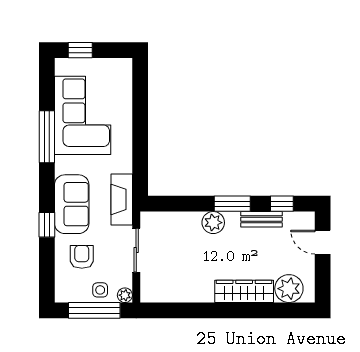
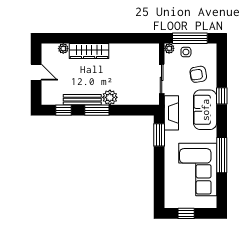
window: (80, 50) -> (186, 213), moved
window: (140, 167) -> (159, 135), added
bench: (262, 219) -> (82, 100), width x1.36
door: (323, 242) -> (36, 72), moved
armchair: (82, 257) -> (198, 74), turned 80
plant: (289, 289) -> (63, 49), width x0.53, depth x0.53

